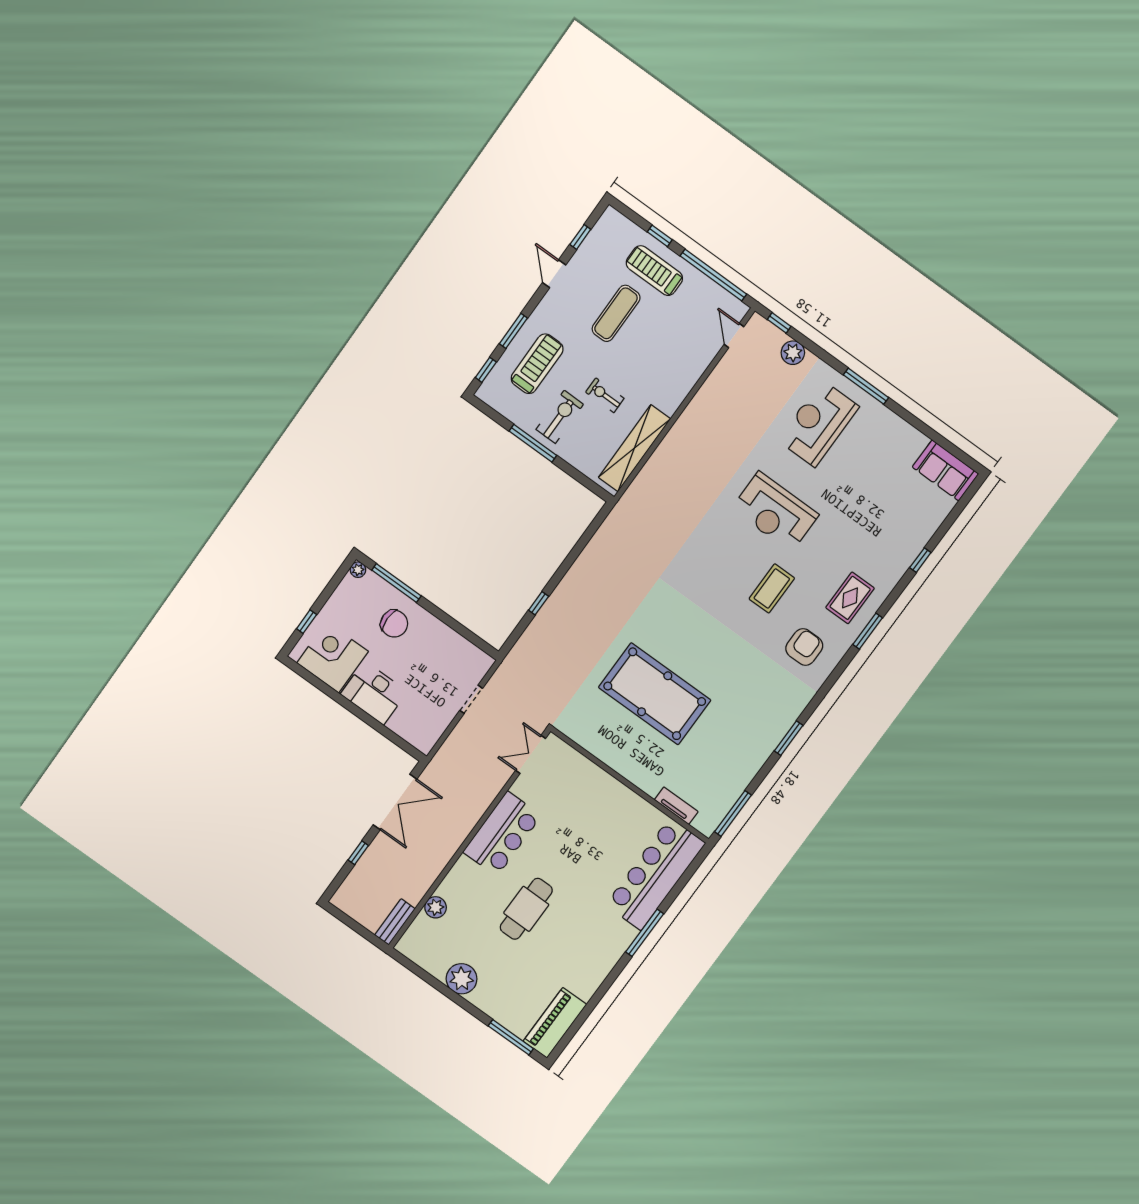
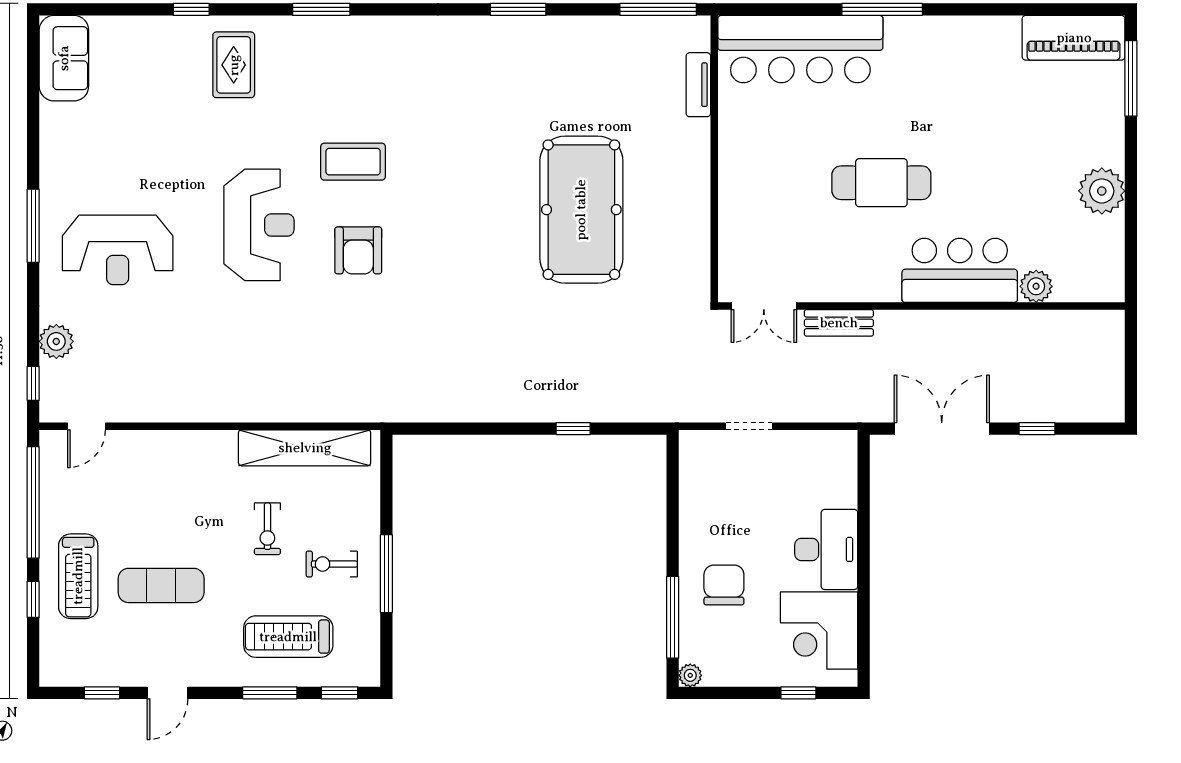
exercise bike: (560, 417) -> (332, 564), width x0.73, depth x0.72
rug: (850, 598) -> (234, 65), moved, turned 90
armchair: (804, 647) -> (358, 250), moved, turned -90
bar counter: (502, 834) -> (960, 270), moved
cafe table: (526, 909) -> (881, 183), moved
bench: (395, 922) -> (839, 323), moved

